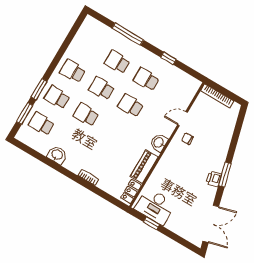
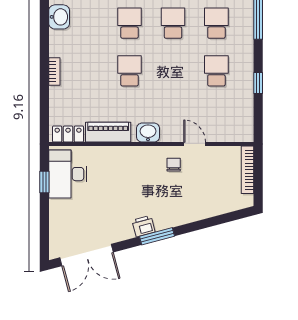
school desk: (131, 105) -> (129, 71), moved

